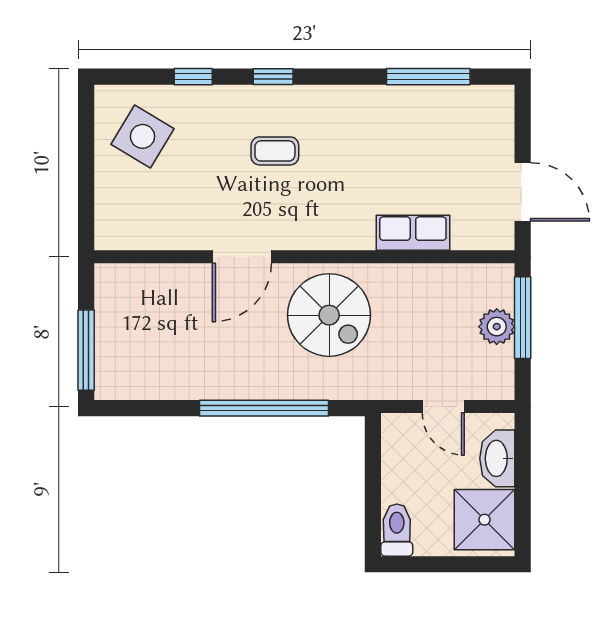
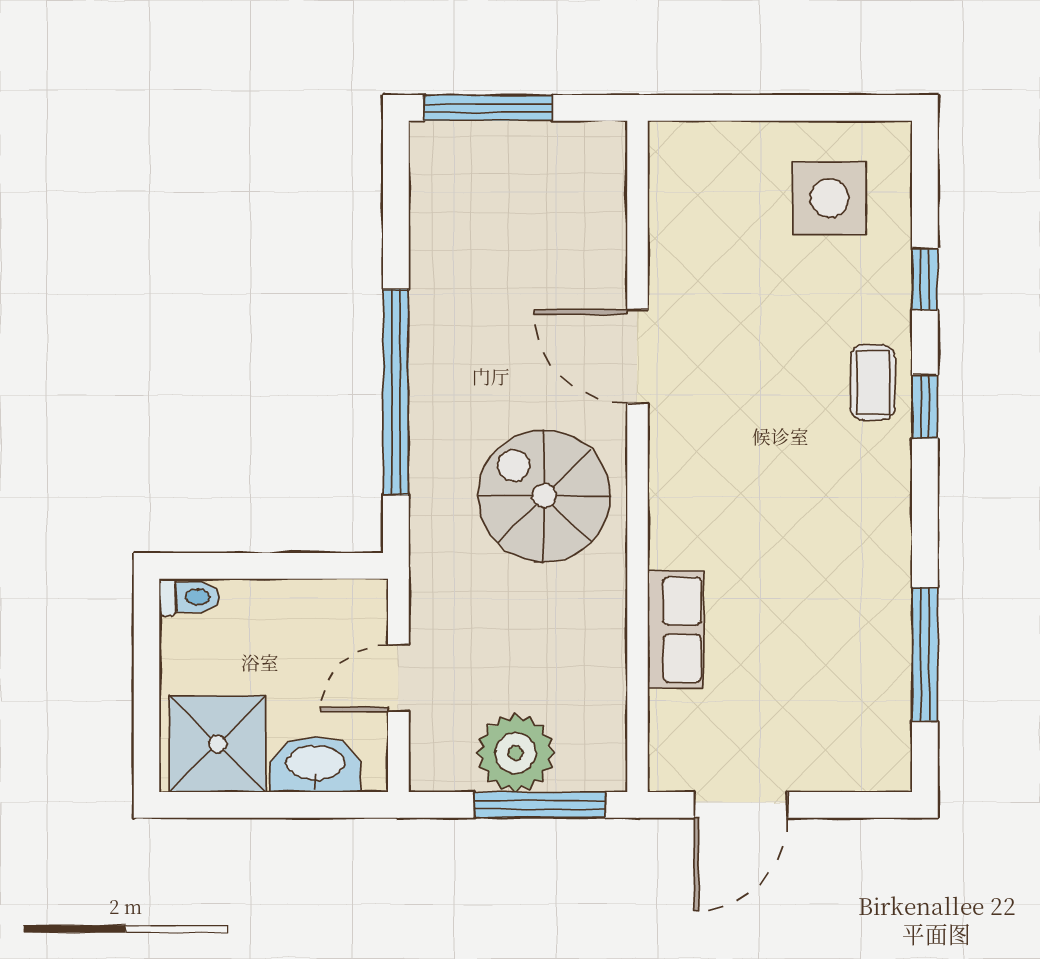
side table: (143, 136) -> (829, 198), turned -31
coffee table: (275, 151) -> (873, 383), moved
spiral stairs: (329, 315) -> (544, 496), turned 90
plant: (497, 327) -> (515, 753), width x1.36, depth x1.36
toilet: (397, 530) -> (189, 597), width x0.73, depth x0.72

